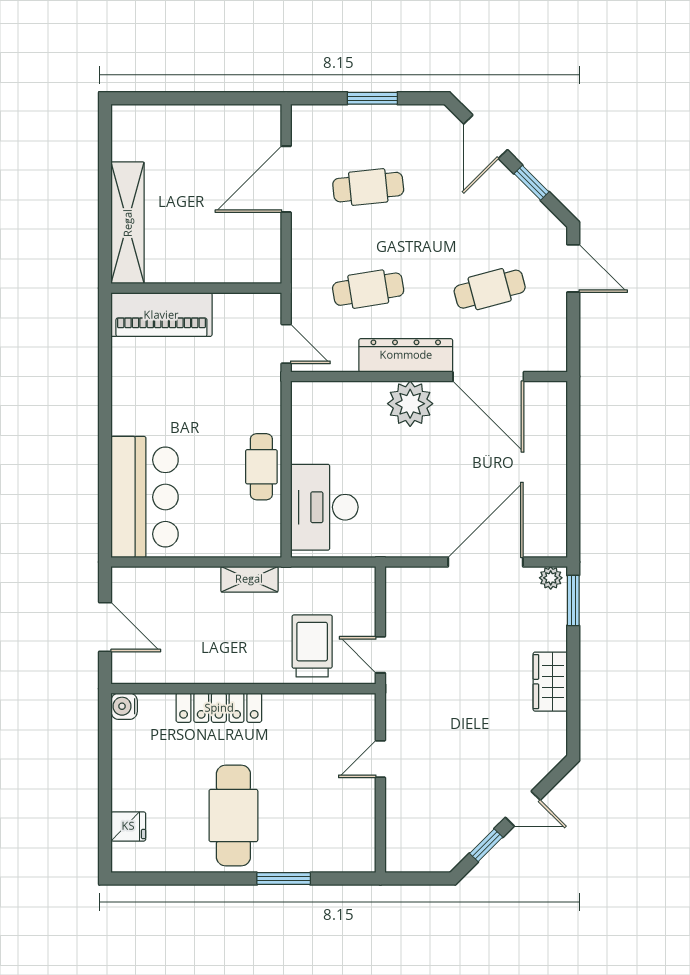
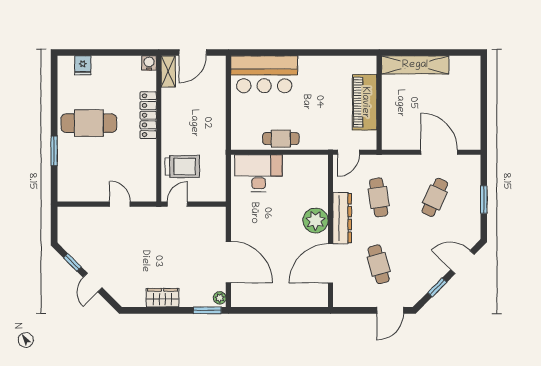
cafe table: (368, 187) -> (435, 197), turned 30
piano: (161, 315) -> (365, 102), moved
shelving: (249, 579) -> (168, 71), moved

